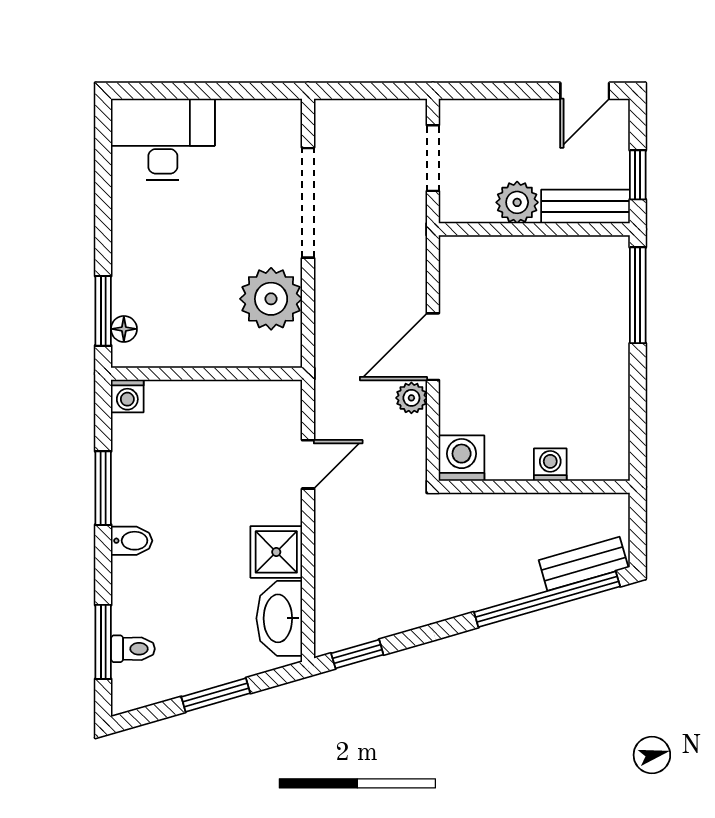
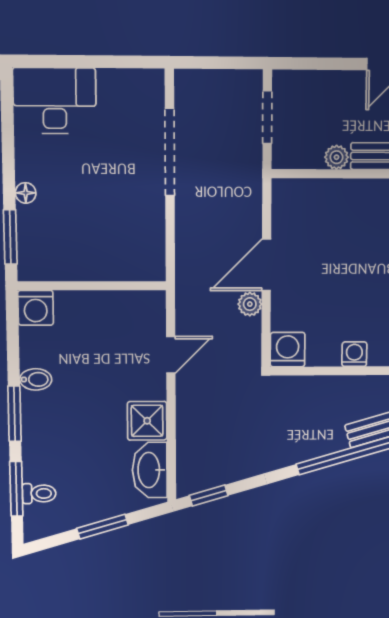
plant: (517, 202) -> (336, 157), width x0.73, depth x0.73
plant: (271, 299) -> (141, 228), removed
floor lamp: (124, 329) -> (26, 193), moved
washing machine: (127, 396) -> (36, 308), width x1.38, depth x1.38
window: (103, 488) -> (15, 414), moved
bidet: (132, 541) -> (36, 379), moved

